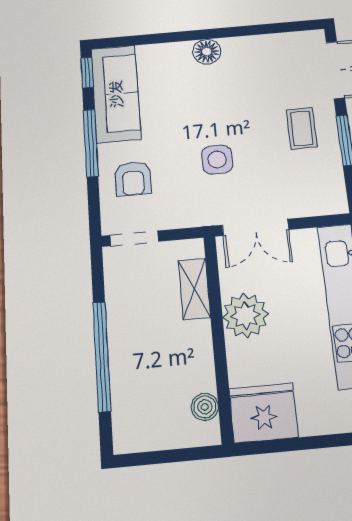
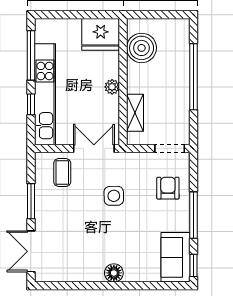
sofa: (116, 94) -> (176, 257), width x0.73
coffee table: (302, 128) -> (62, 172), moved
plant: (245, 316) -> (112, 87), width x0.53, depth x0.53
boiler: (205, 407) -> (142, 48), width x1.86, depth x1.86

